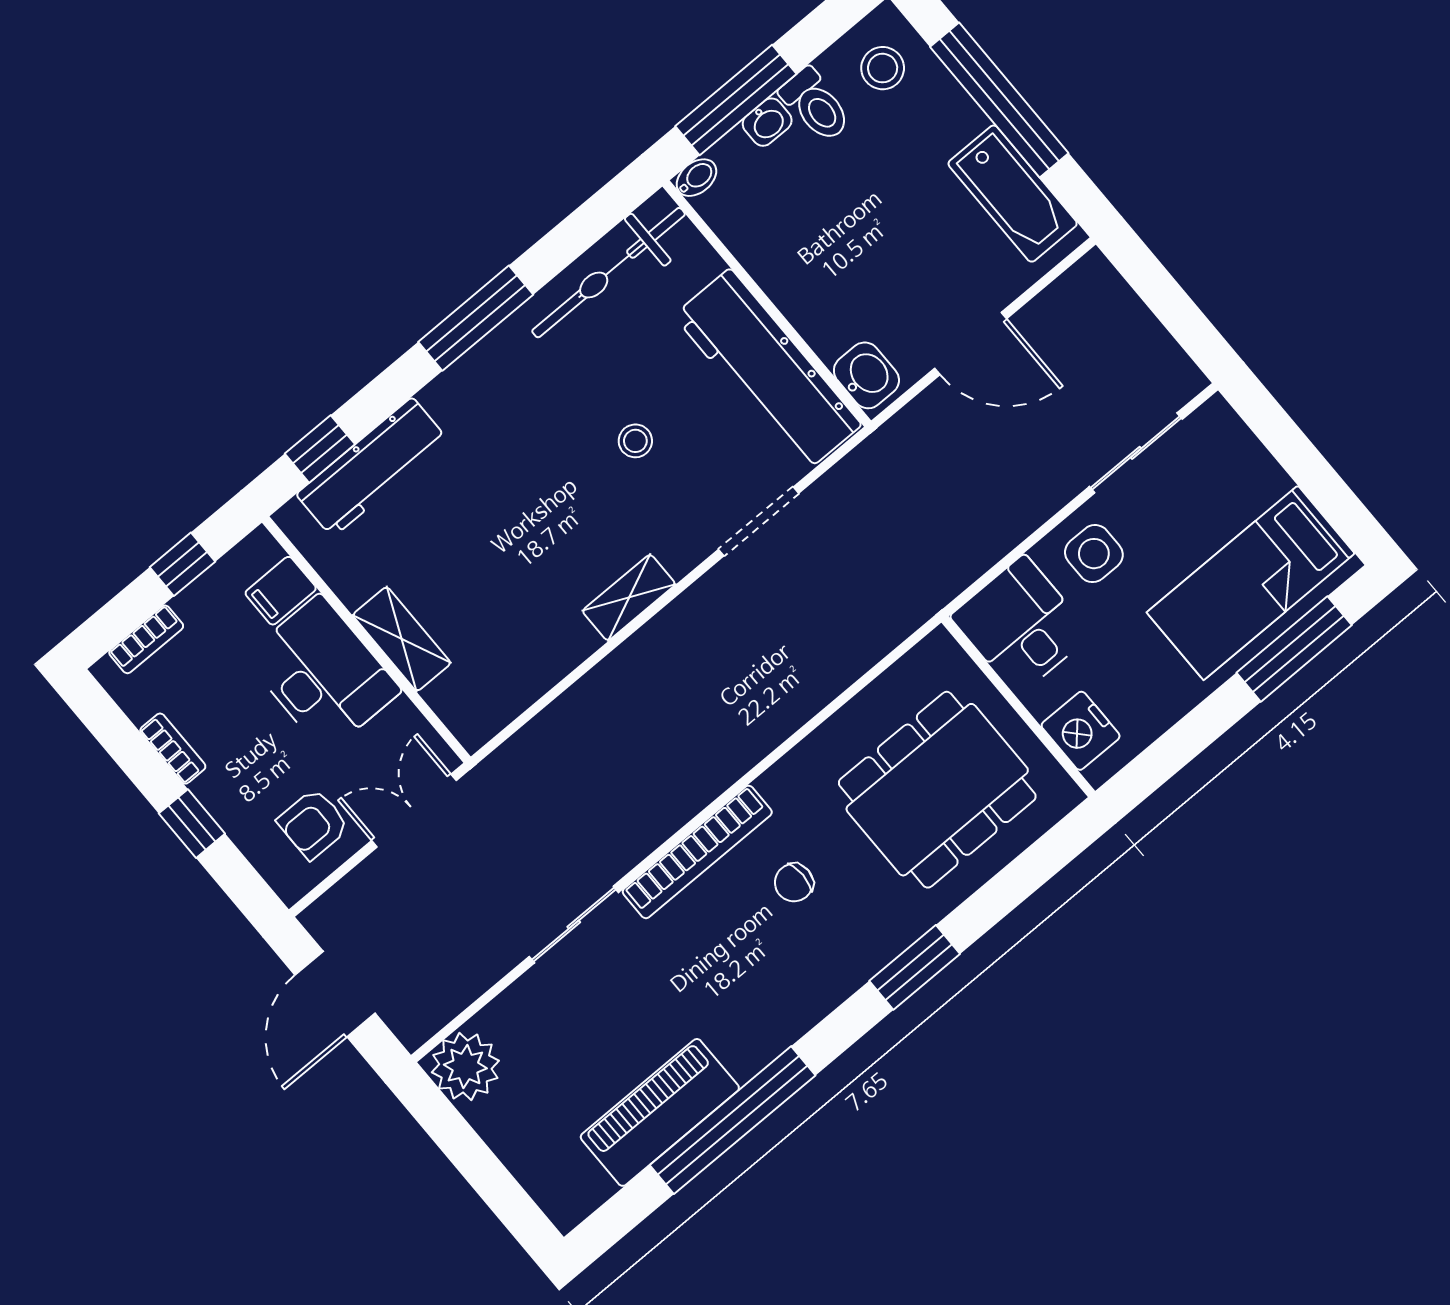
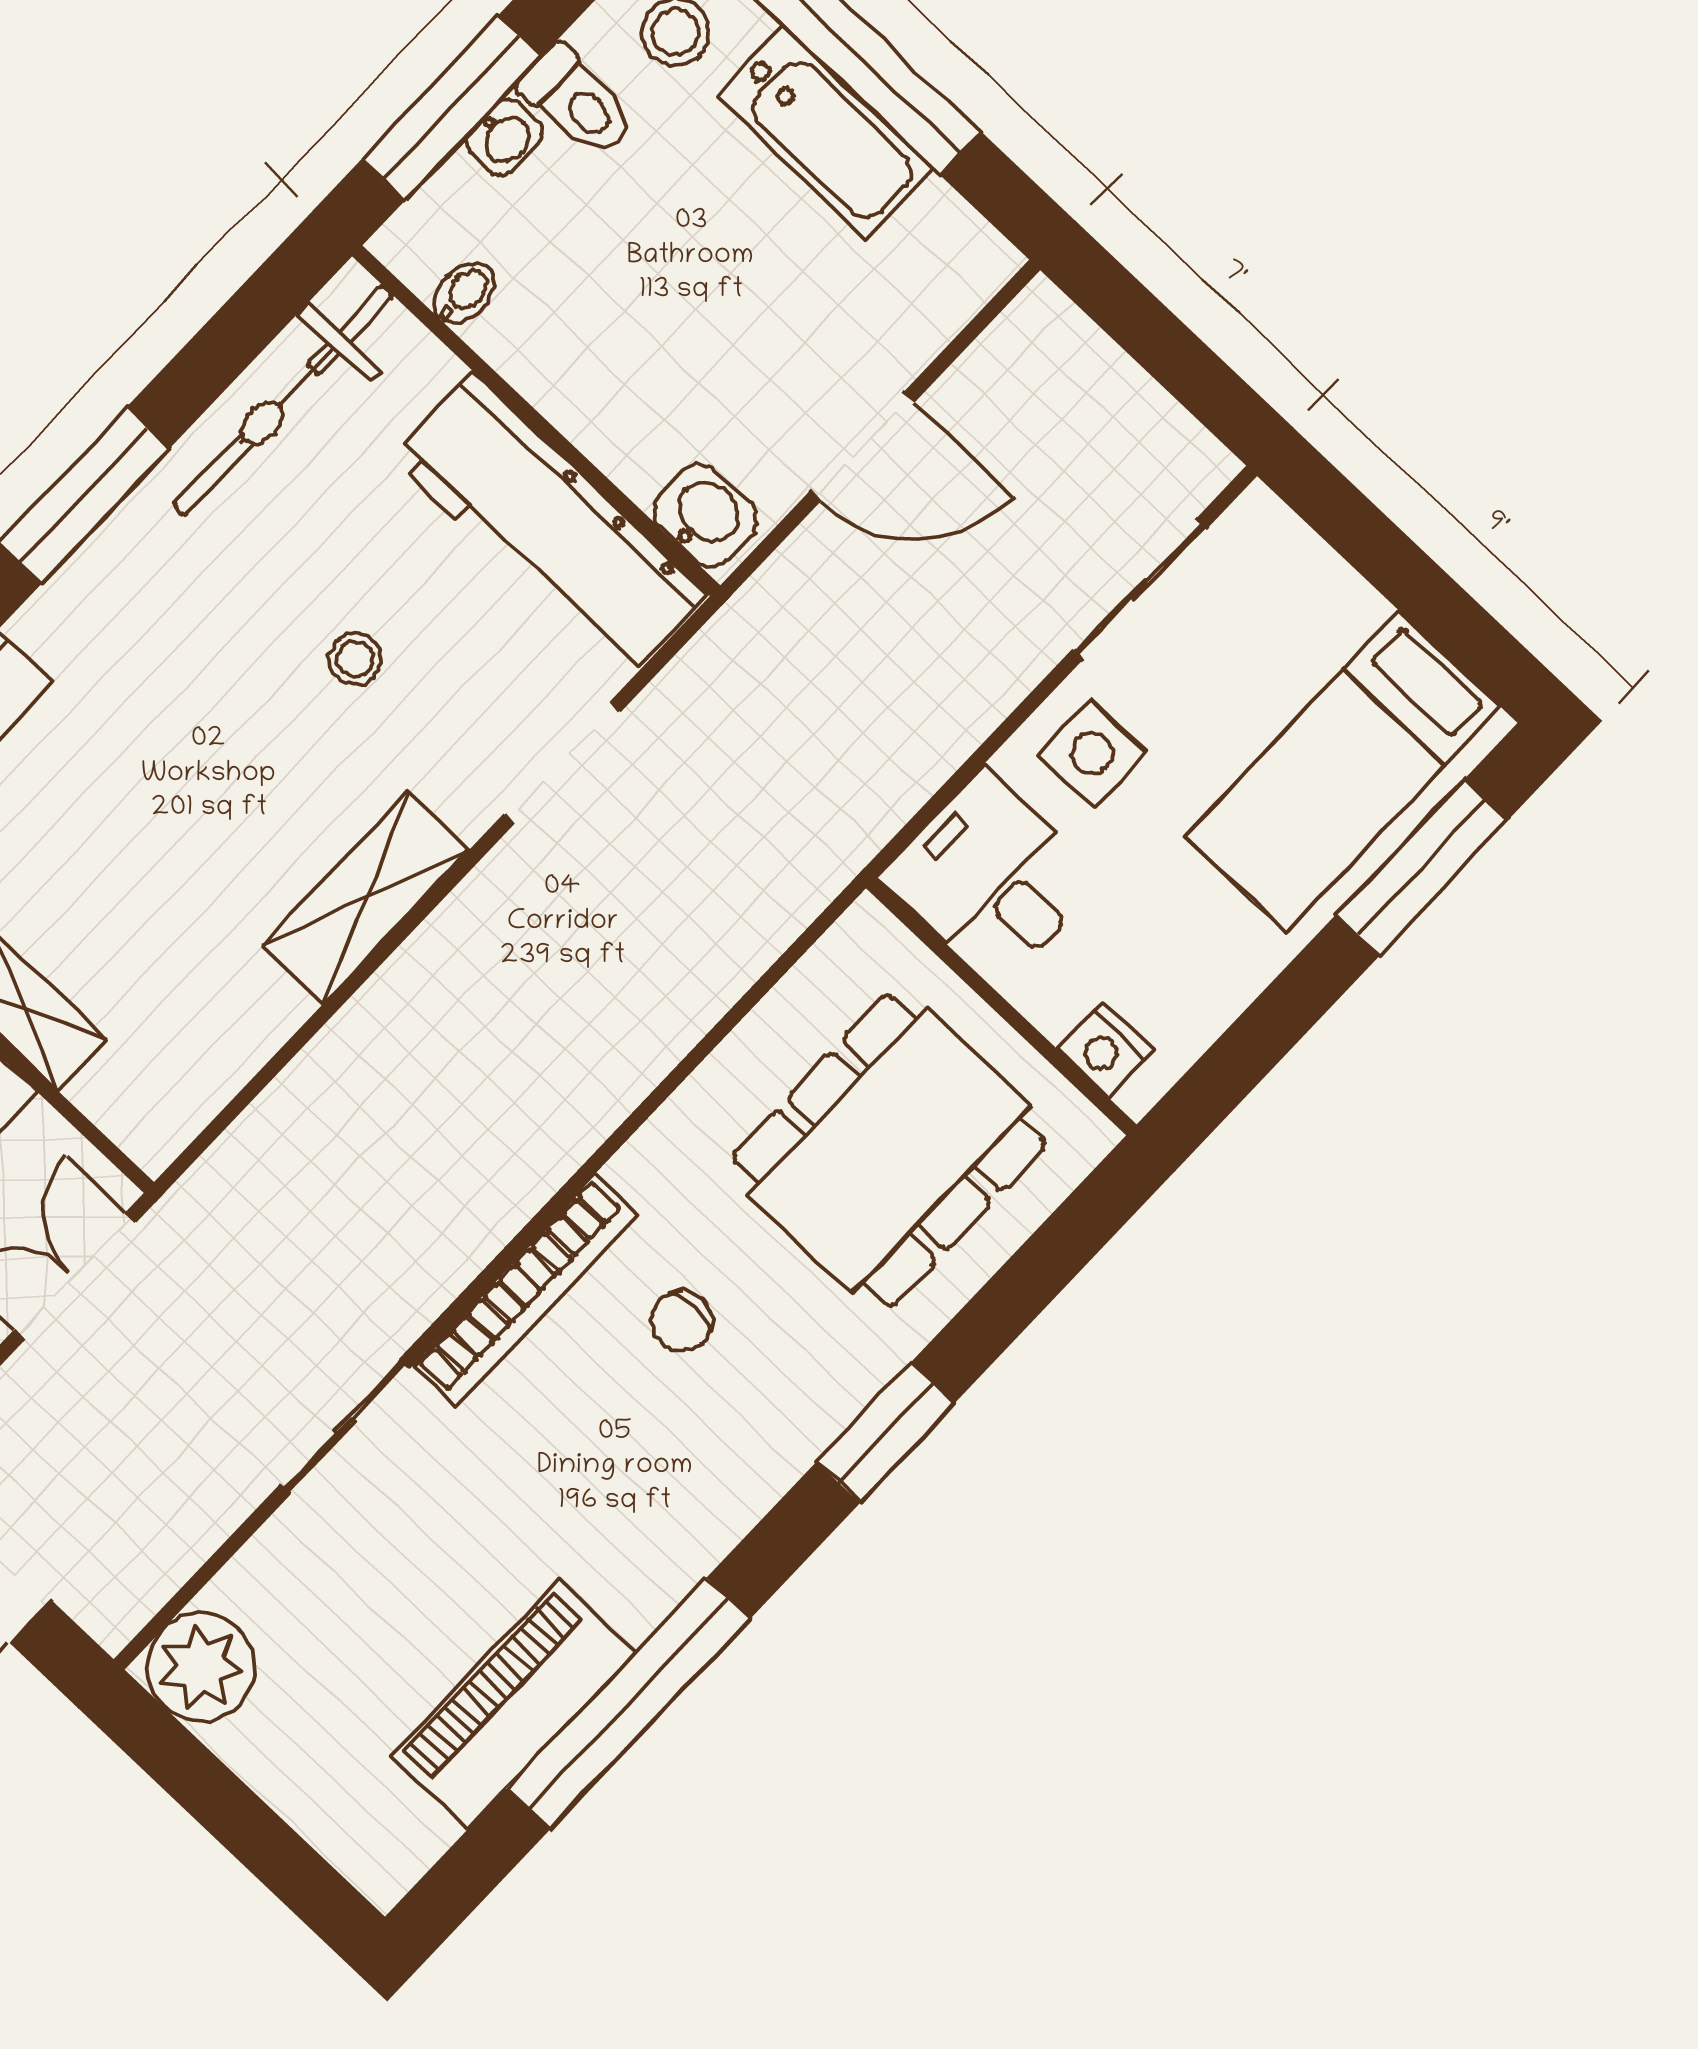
bidet: (696, 178) -> (464, 294), moved
bathtub: (1013, 194) -> (825, 133), moved
shelving: (629, 598) -> (365, 898), width x1.50, depth x1.33
nightstand: (1081, 731) -> (1105, 1049), width x0.74, depth x0.75

